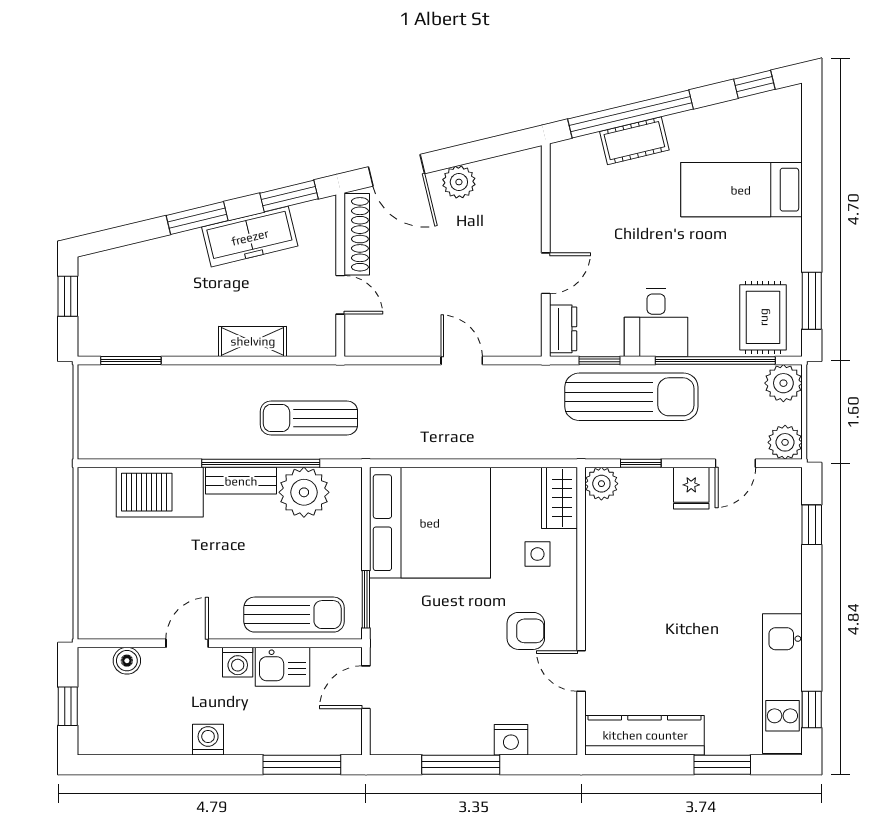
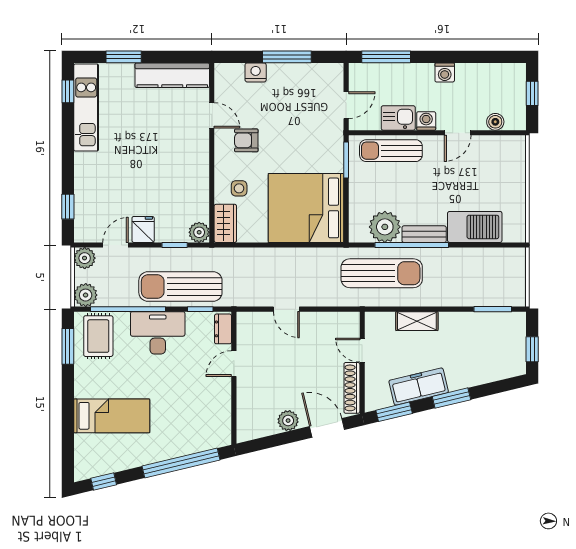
cot: (634, 141) -> (179, 446), removed
desk: (656, 323) -> (158, 333), width x1.37
sun lounger: (309, 418) -> (382, 273), width x1.36, depth x1.34

